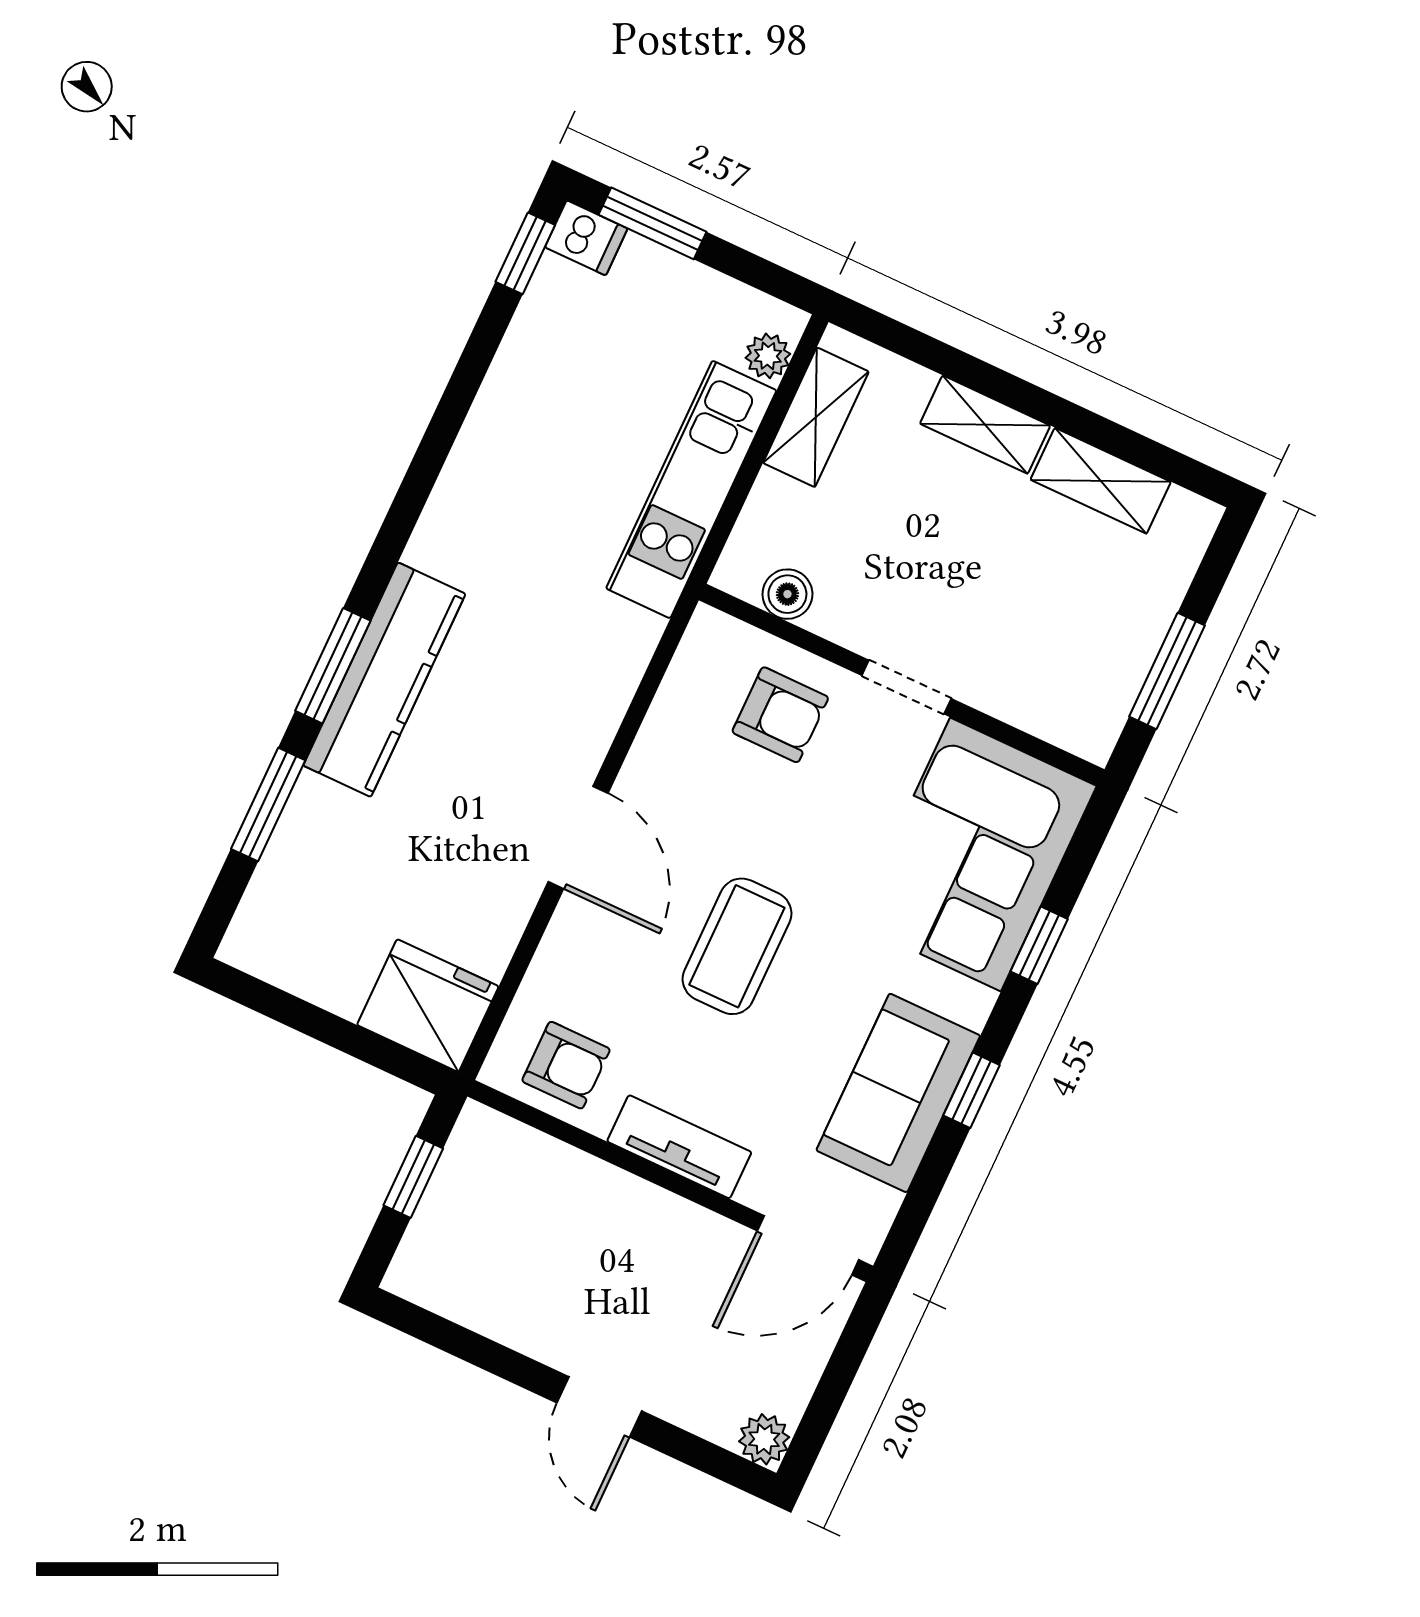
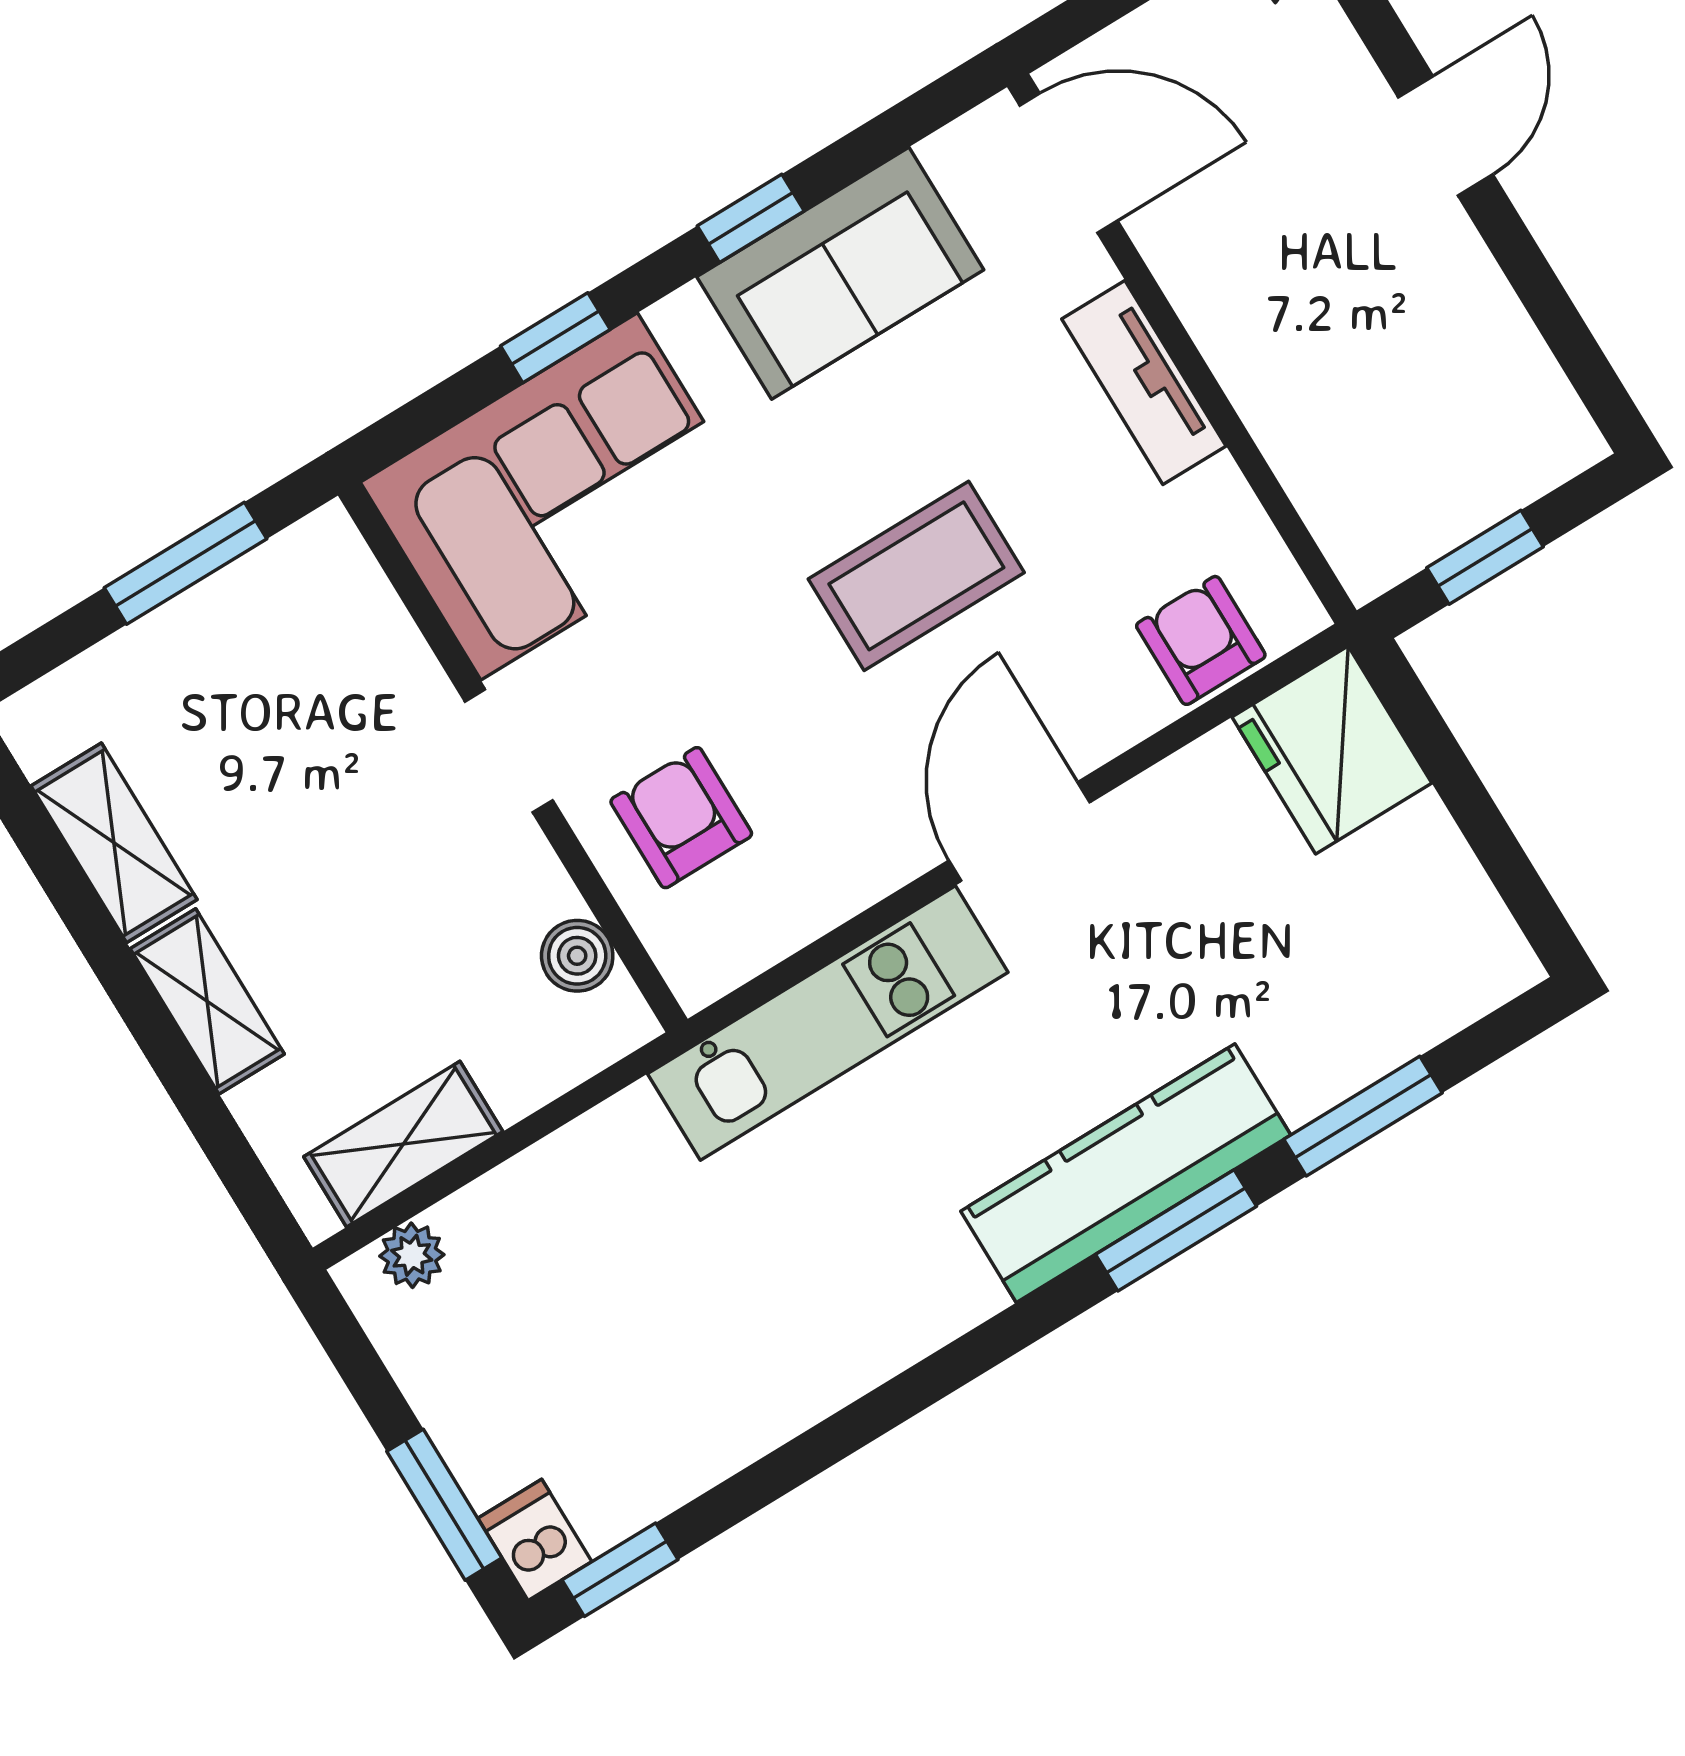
kitchen unit: (691, 489) -> (828, 1023), moved
armchair: (566, 1065) -> (1201, 640), moved

